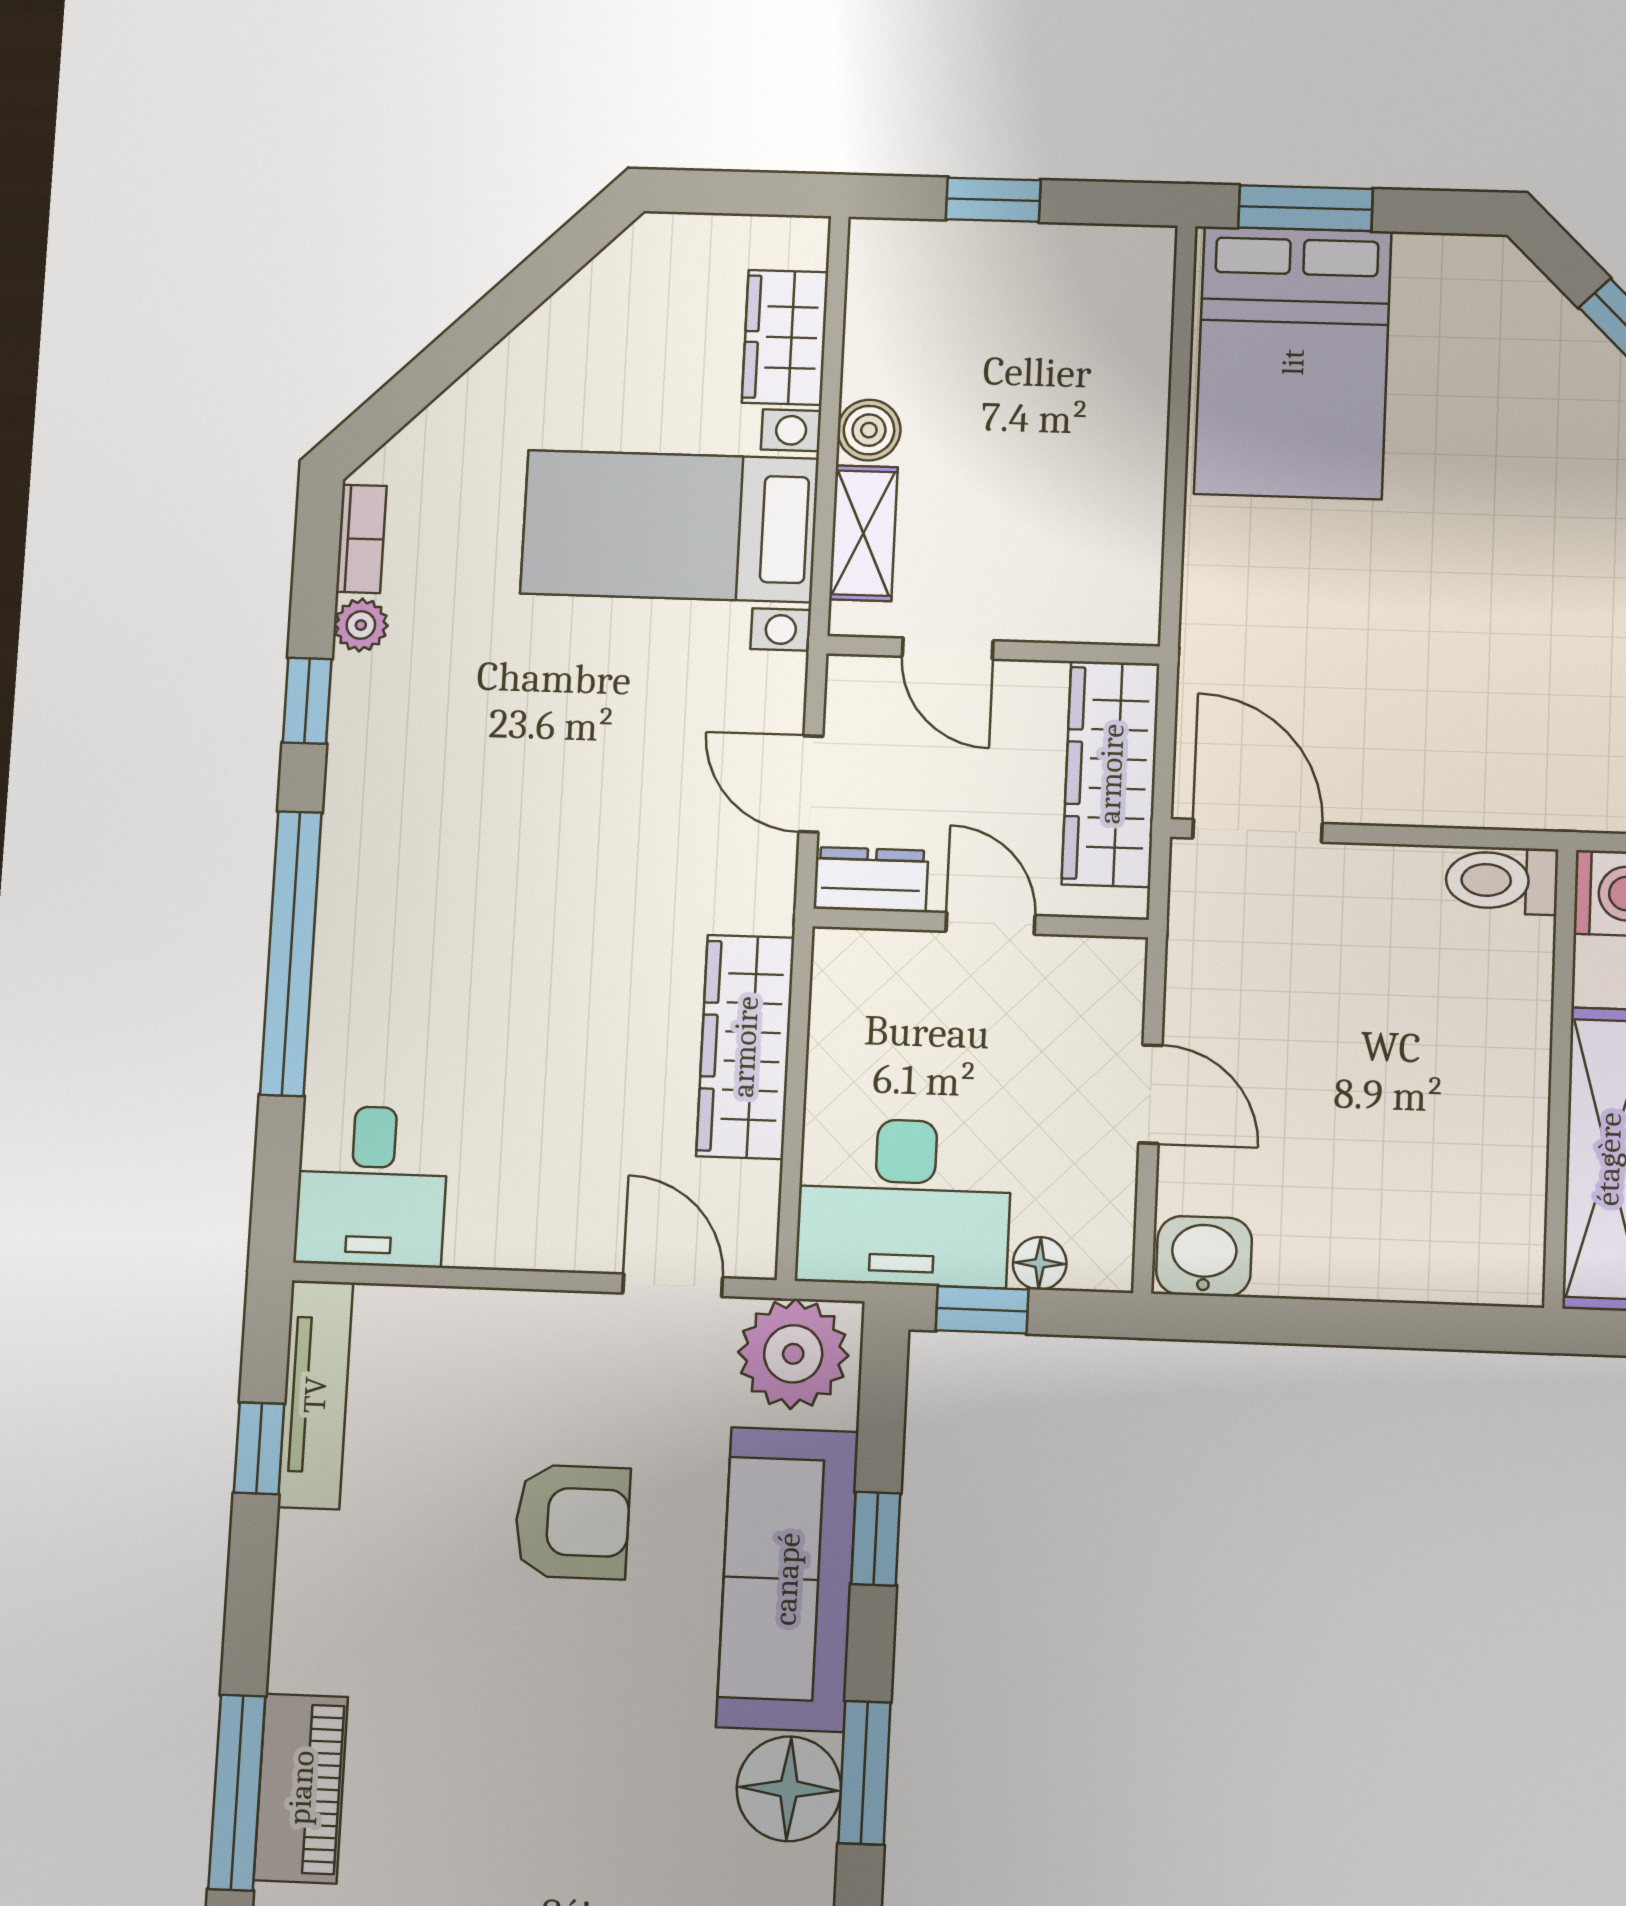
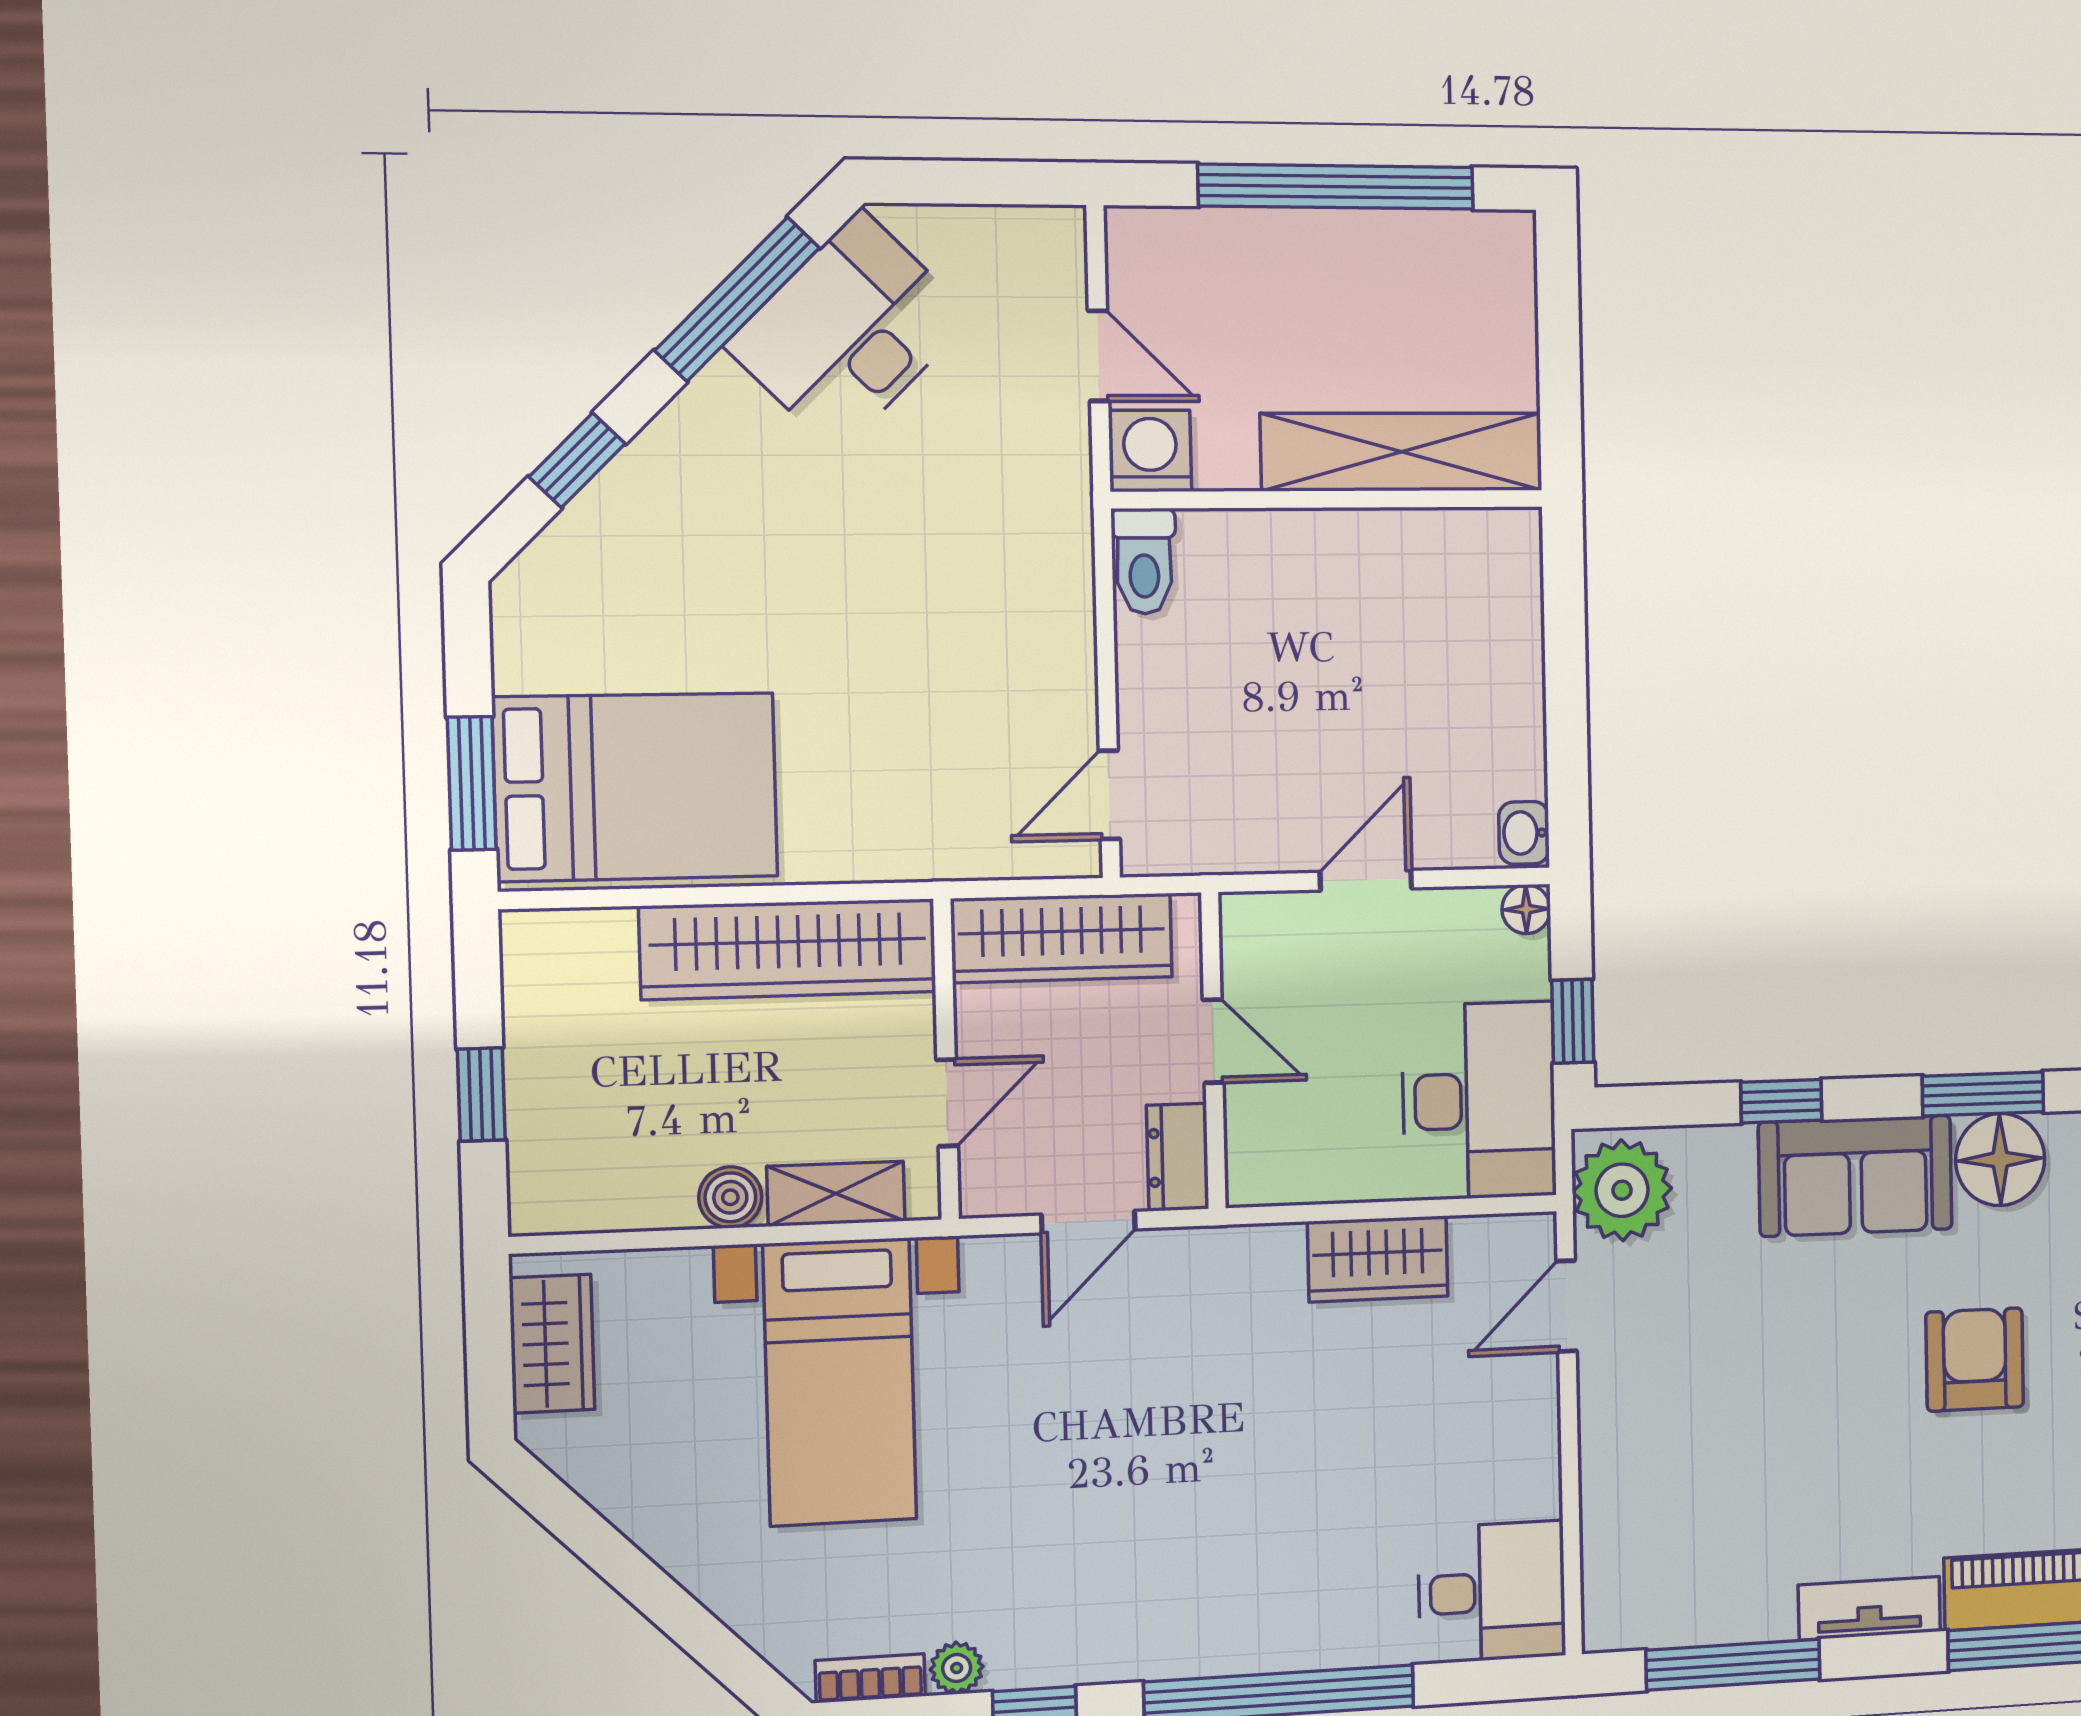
wardrobe: (785, 337) -> (552, 1344), moved, turned -90
wardrobe: (1118, 501) -> (788, 949), added
door: (1257, 831) -> (1109, 795), width x0.73
door: (990, 923) -> (1213, 1041), swing flipped
wardrobe: (745, 1047) -> (1378, 1259), width x0.67
washbasin: (1204, 1256) -> (1524, 833), width x0.72, depth x0.69
floor lamp: (1040, 1263) -> (1526, 909), moved
tv unit: (315, 1395) -> (1869, 1608), moved, width x0.71
window: (259, 1448) -> (1733, 1665), width x2.17
armchair: (572, 1522) -> (1975, 1360), moved
sofa: (787, 1579) -> (1855, 1176), width x0.73

